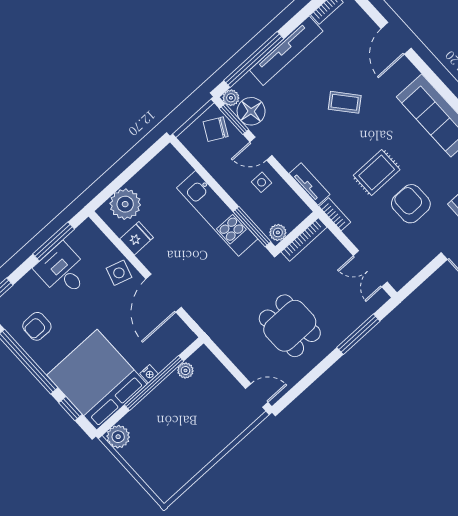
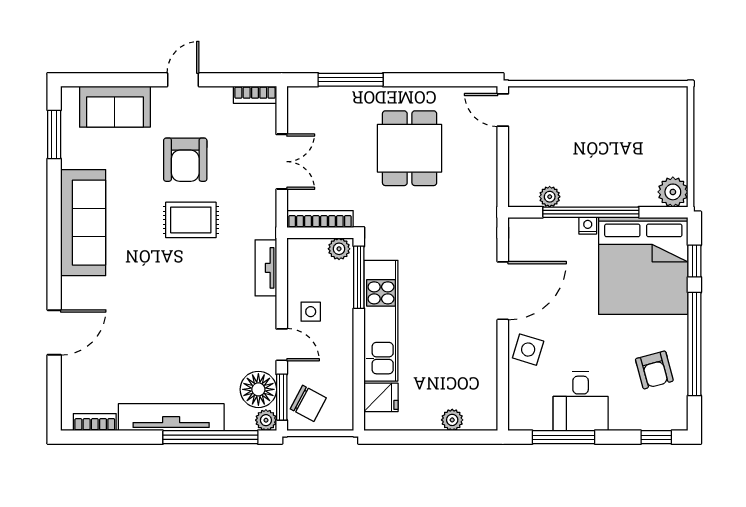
coffee table: (345, 102) -> (160, 316), removed
plant: (125, 204) -> (452, 420), width x0.53, depth x0.53
bookcase: (335, 214) -> (255, 95), moved, turned -90
fridge: (137, 238) -> (381, 397), moved, turned 180
double door: (370, 269) -> (282, 162), moved
armchair: (37, 326) -> (654, 370), turned 75

